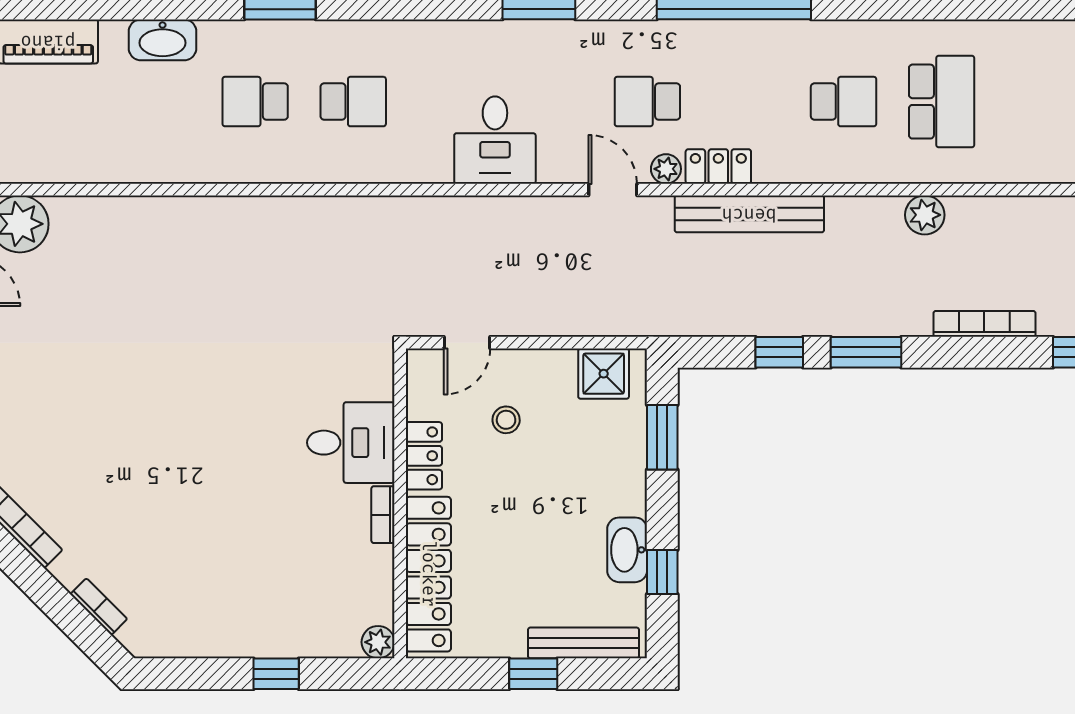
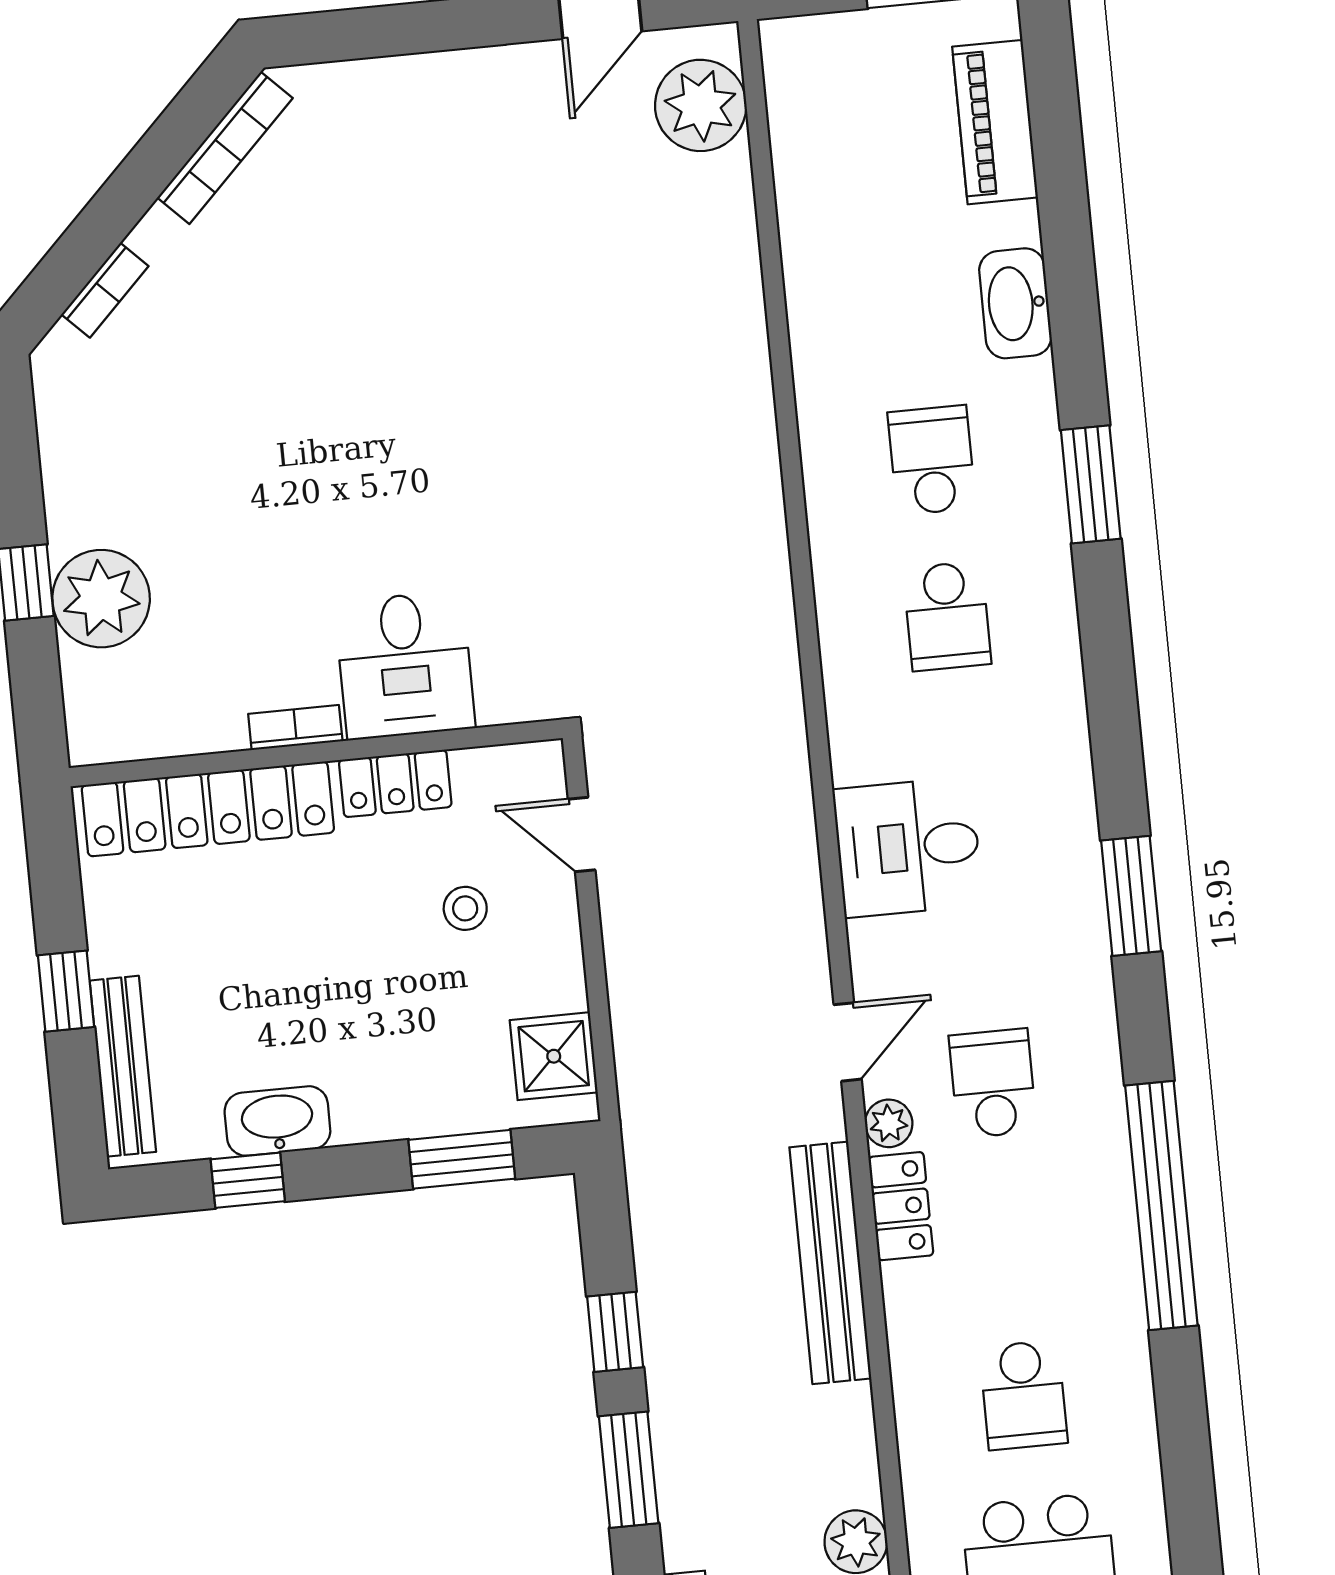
plant: (378, 642) -> (101, 599), moved, width x1.88, depth x1.88

